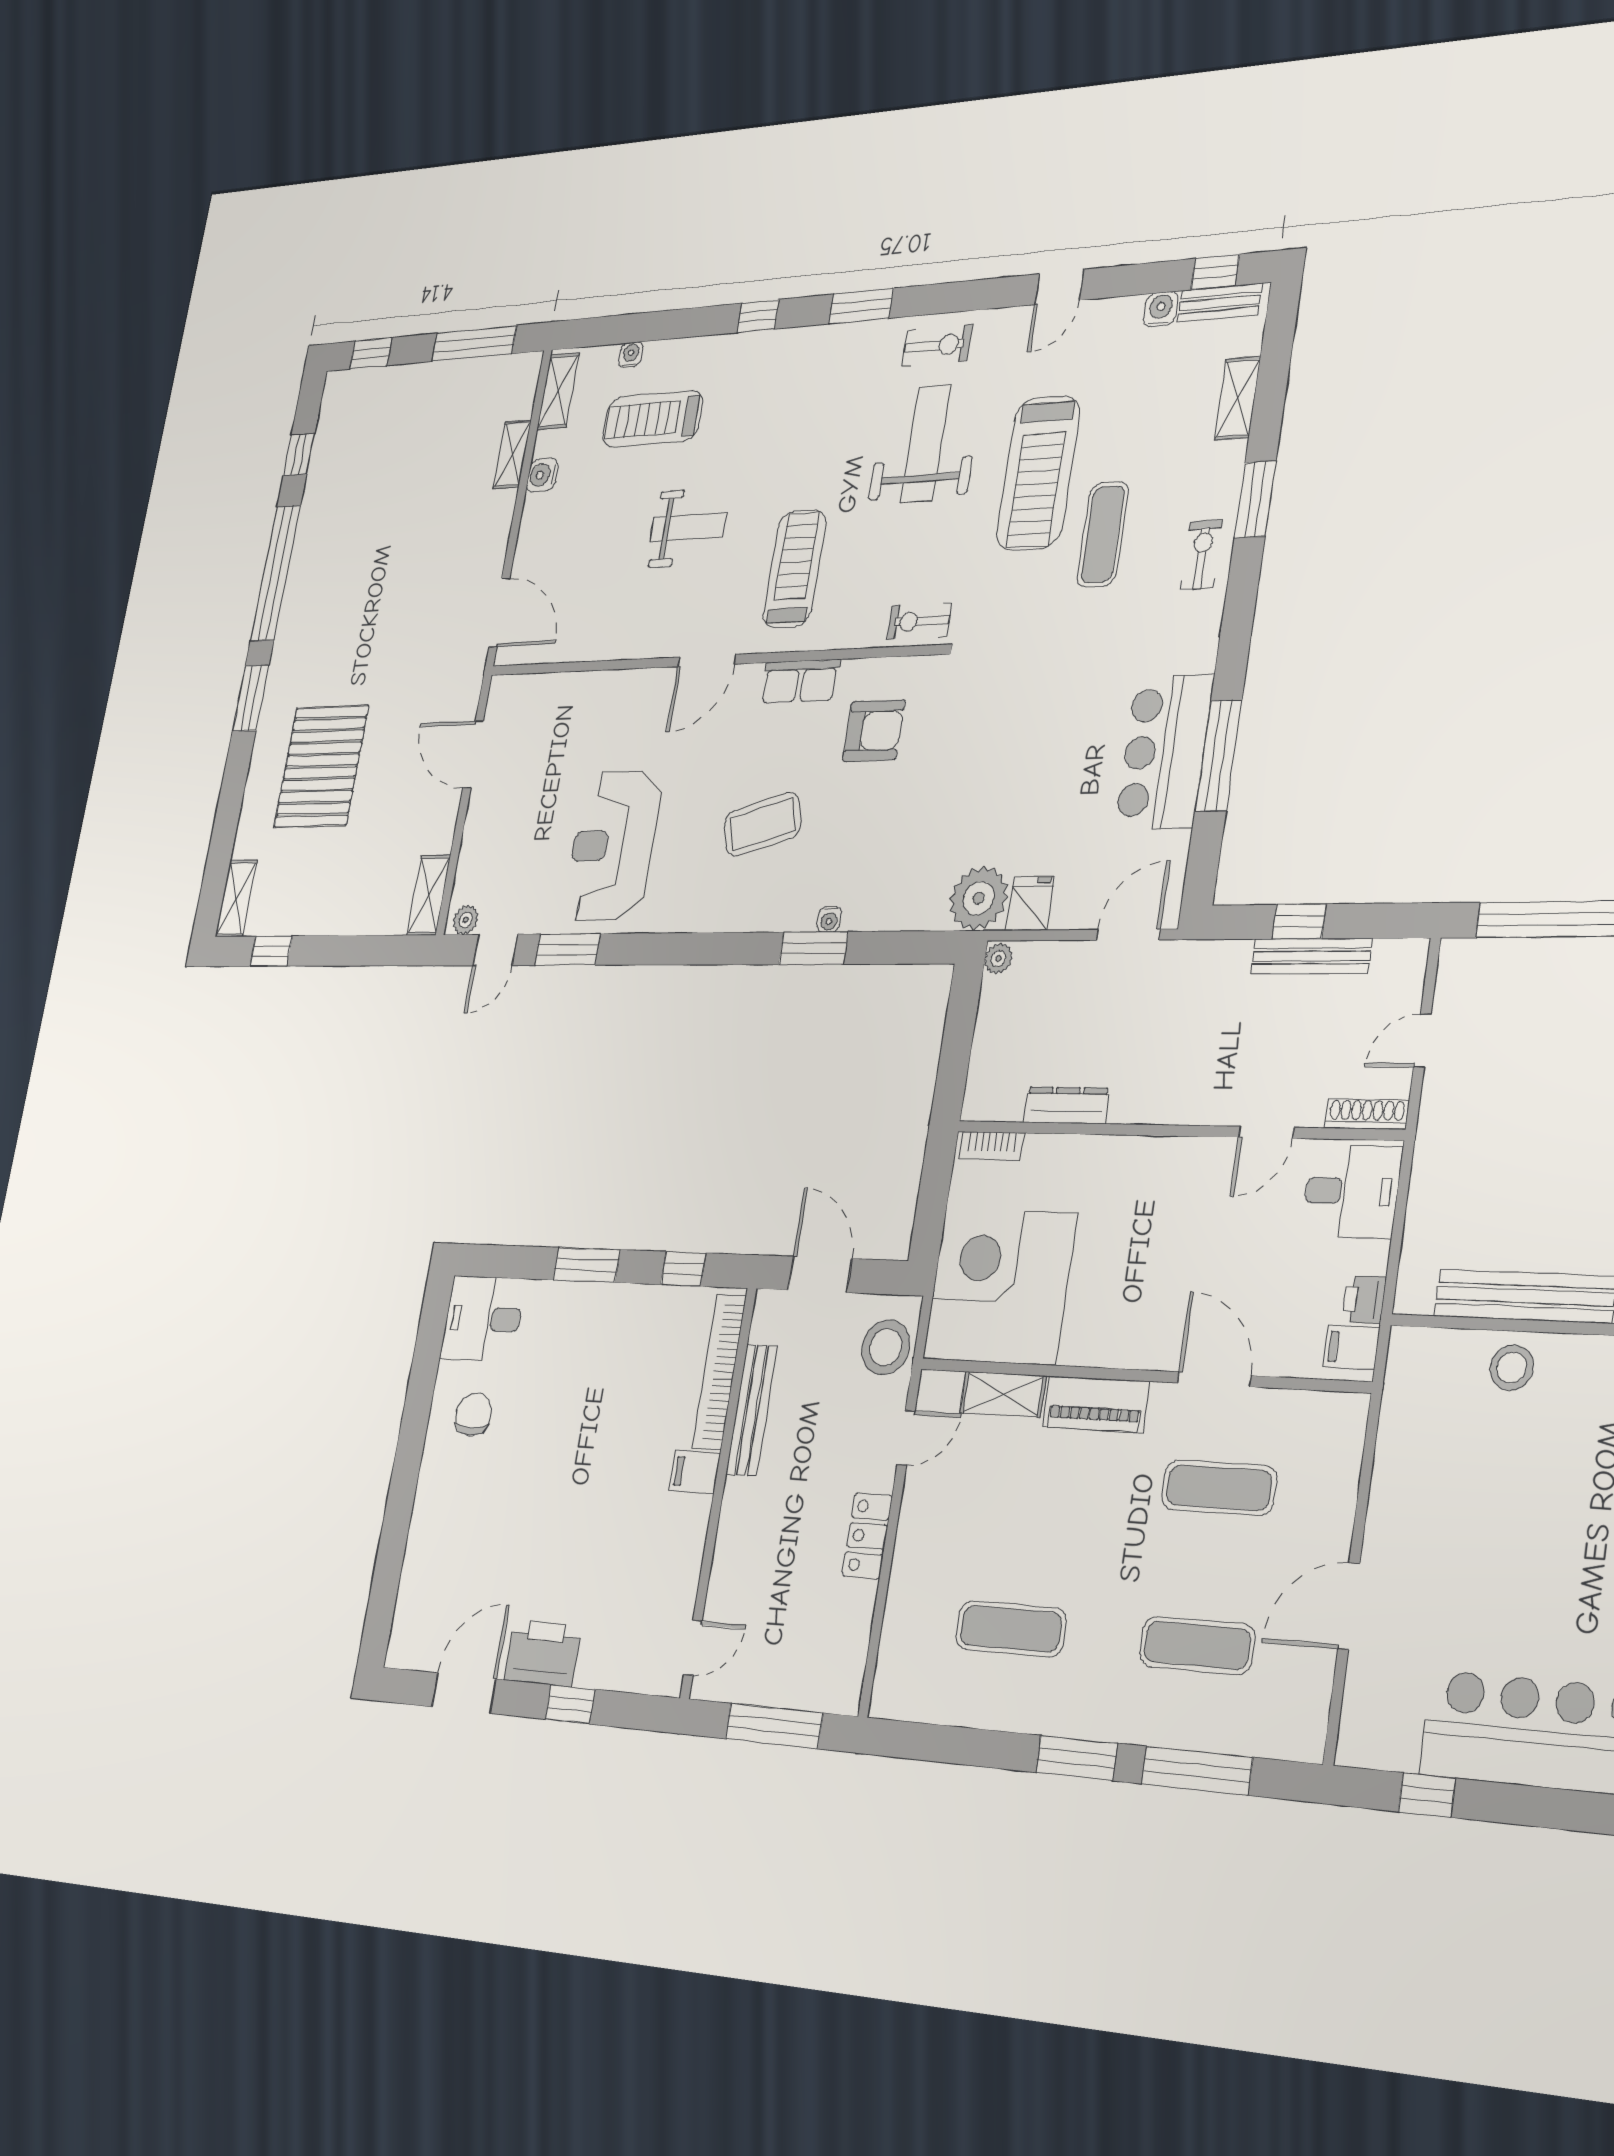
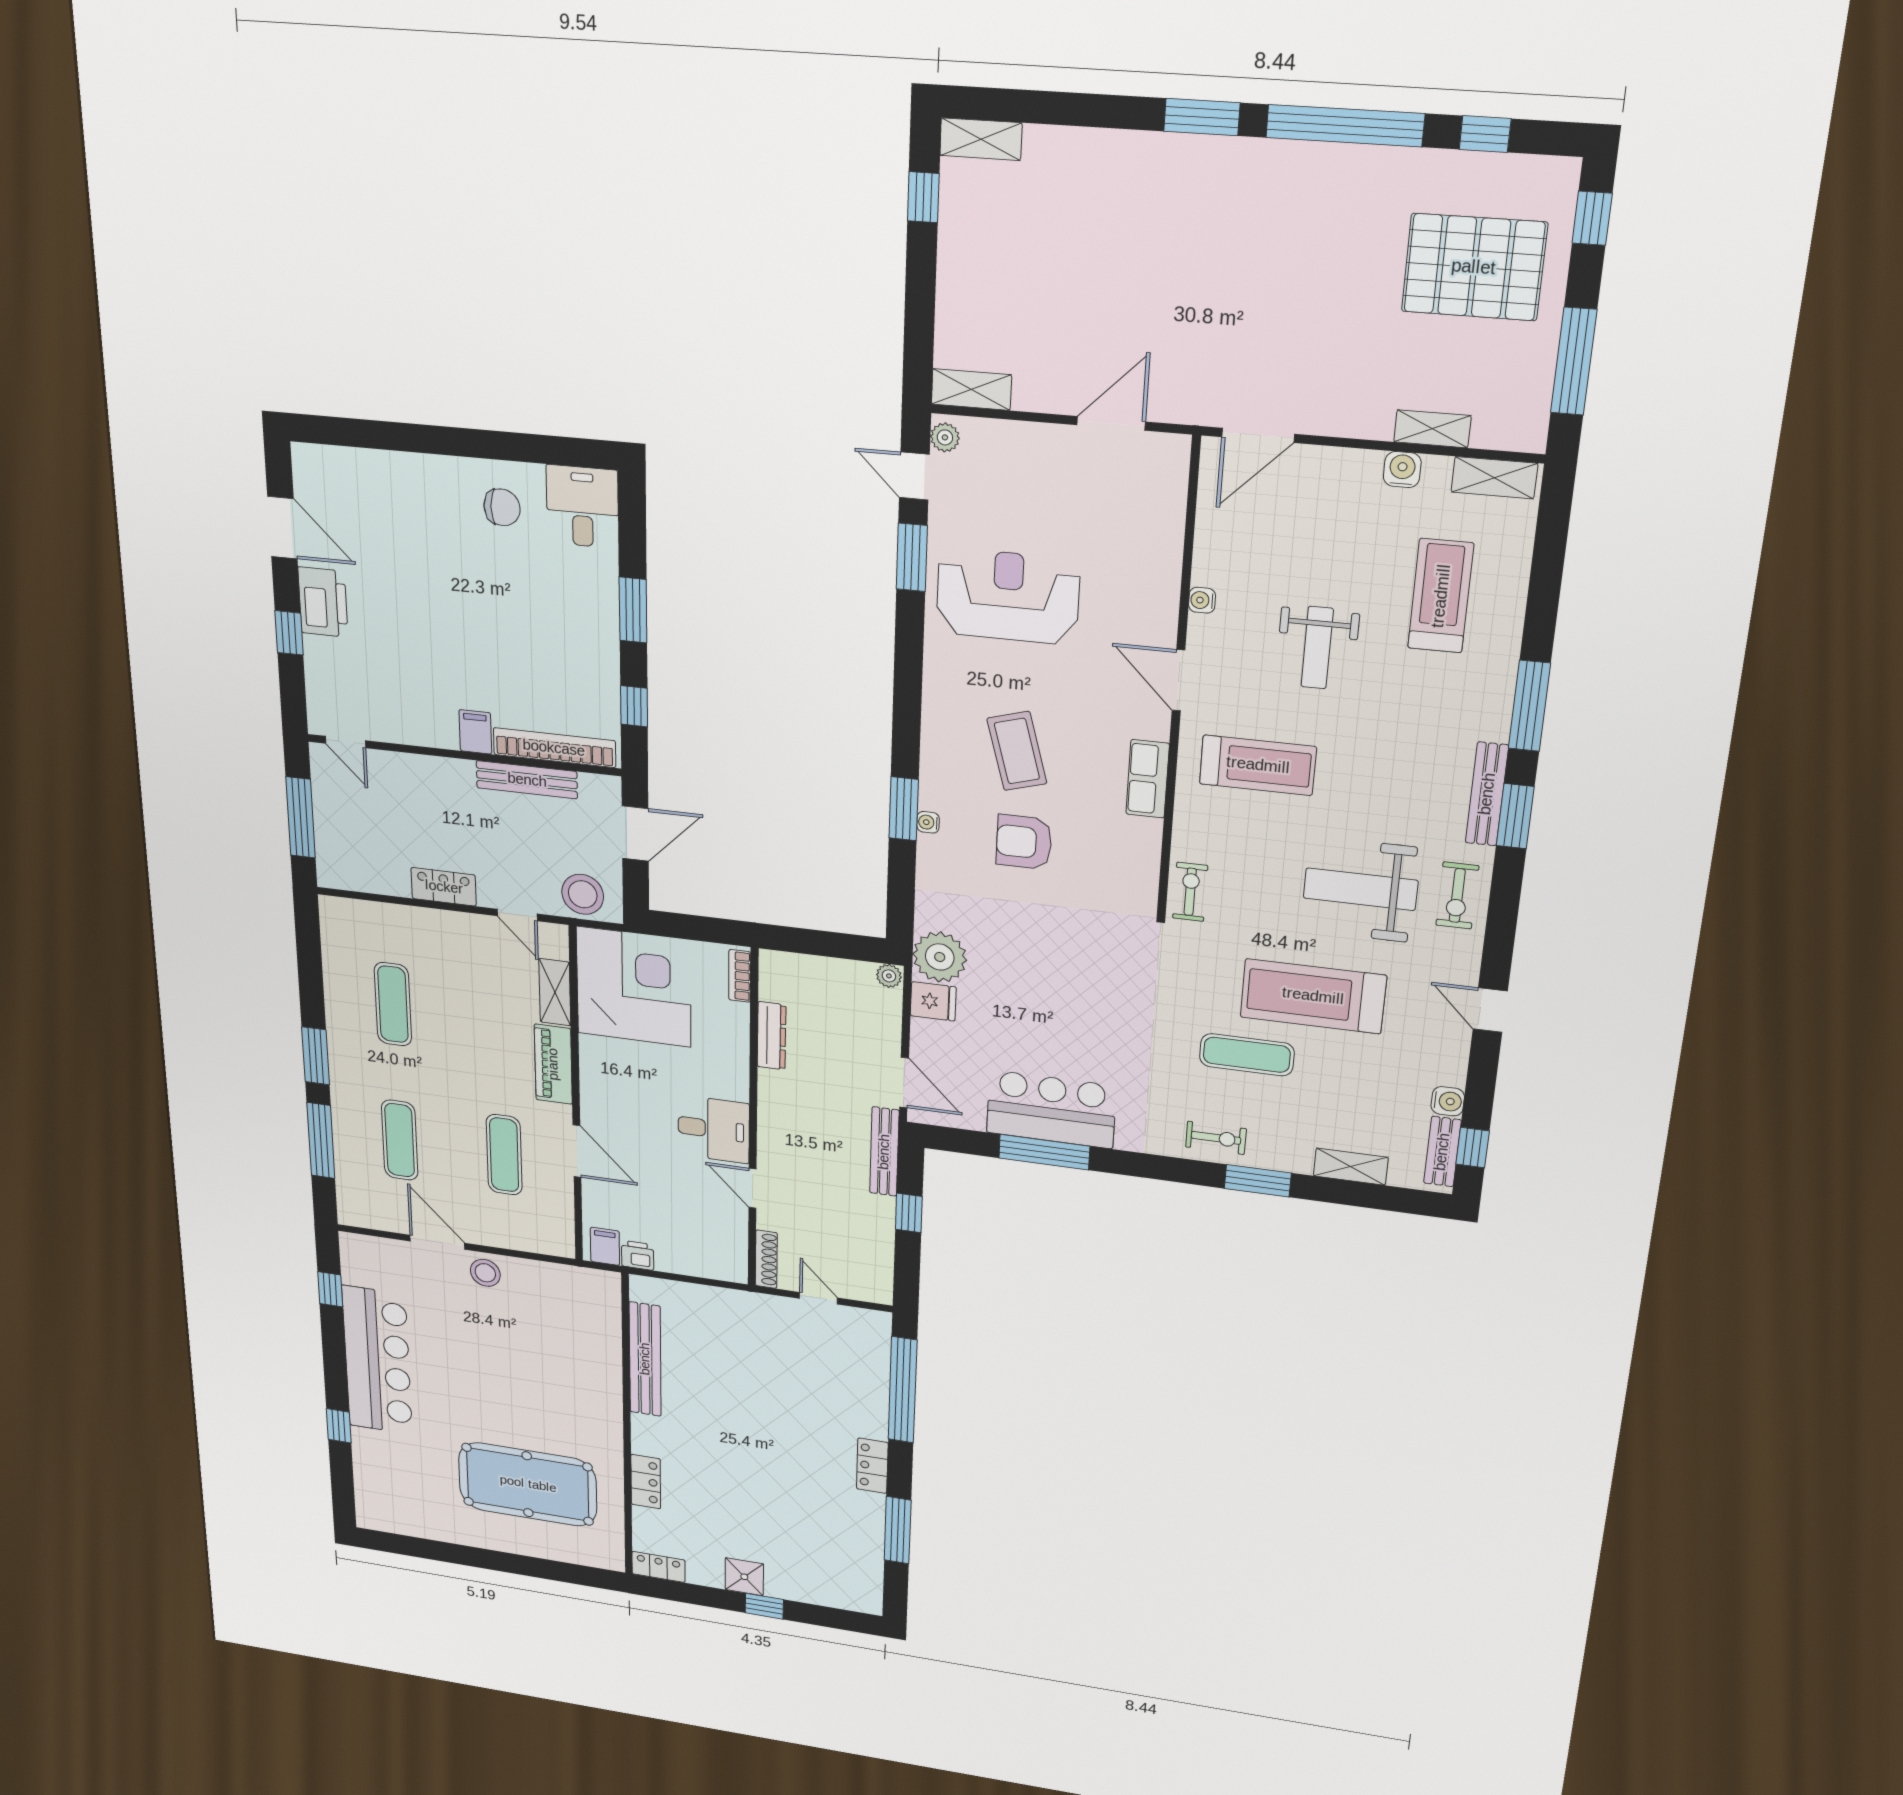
window: (758, 316) -> (1529, 706), width x2.17
bench: (838, 338) -> (1487, 794), added
water cooler: (631, 355) -> (1202, 600), moved, turned 180
weight bench: (926, 443) -> (1361, 889), turned 180
armchair: (874, 731) -> (1024, 842), moved, turned 90
pallet: (321, 766) -> (1474, 267), moved
bench: (1311, 956) -> (884, 1152), moved
desk: (1352, 1191) -> (714, 1129), moved, turned -90
stool: (1512, 1368) -> (485, 1273), moved
door: (1214, 1379) -> (577, 1151), hinge flipped

